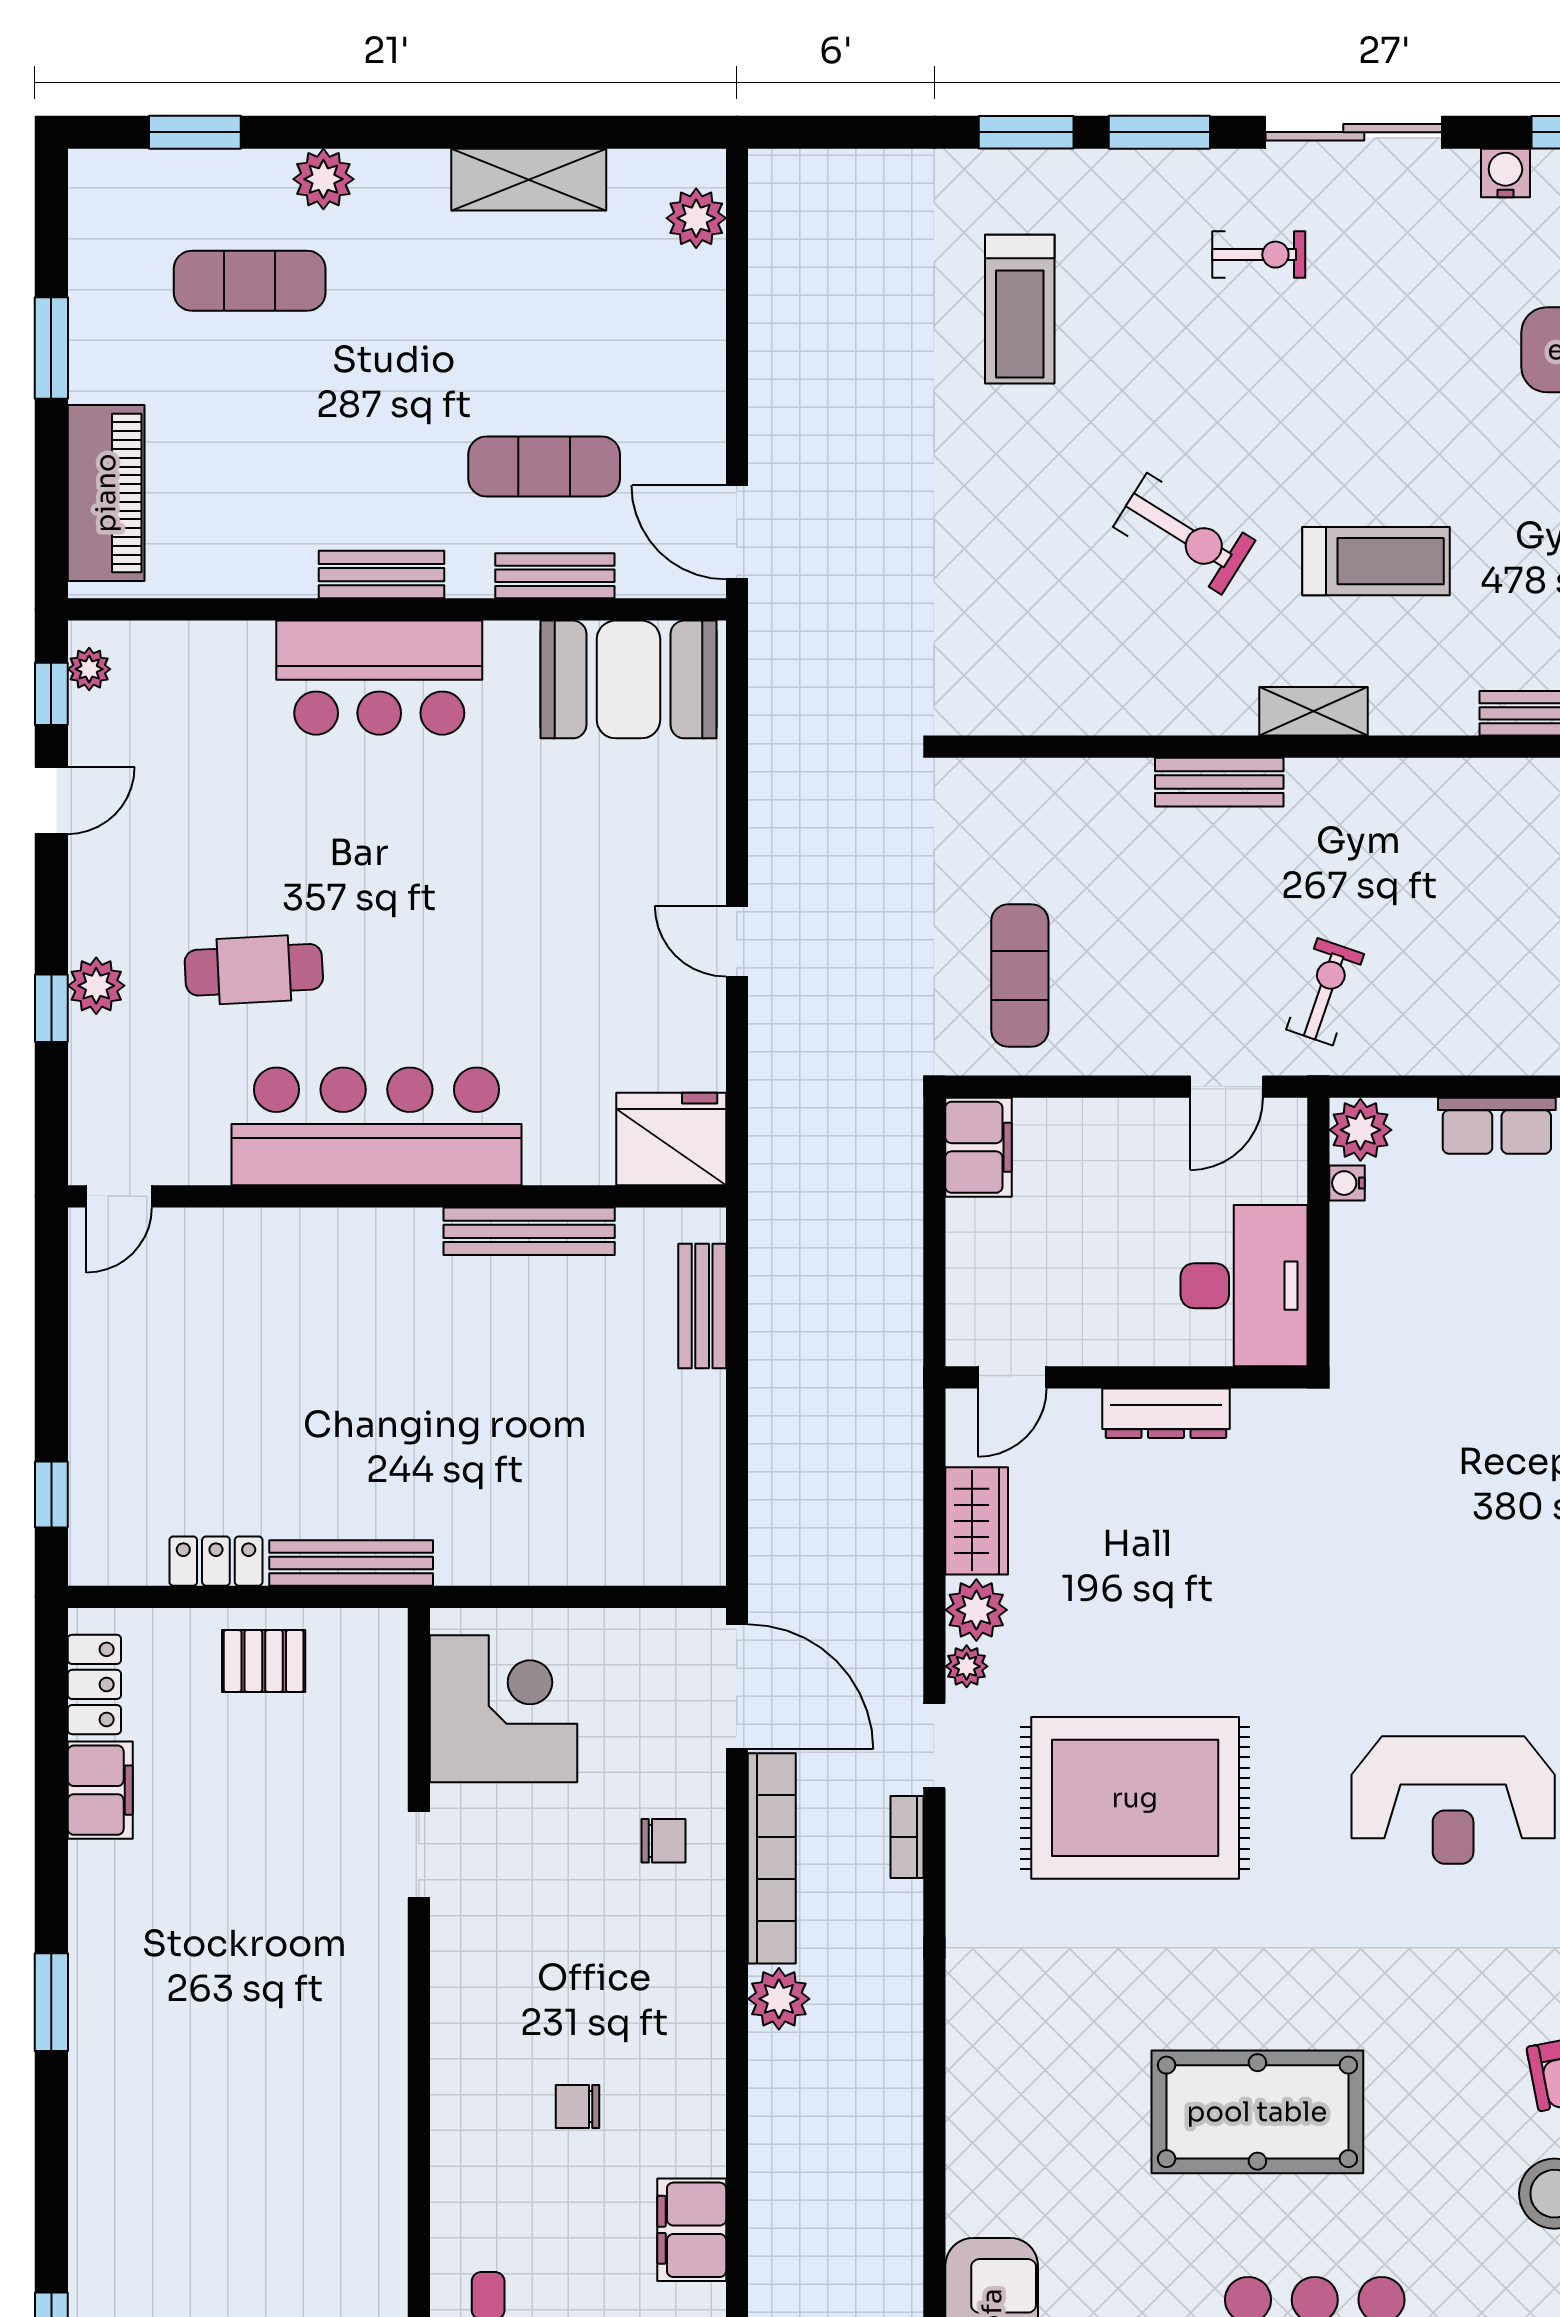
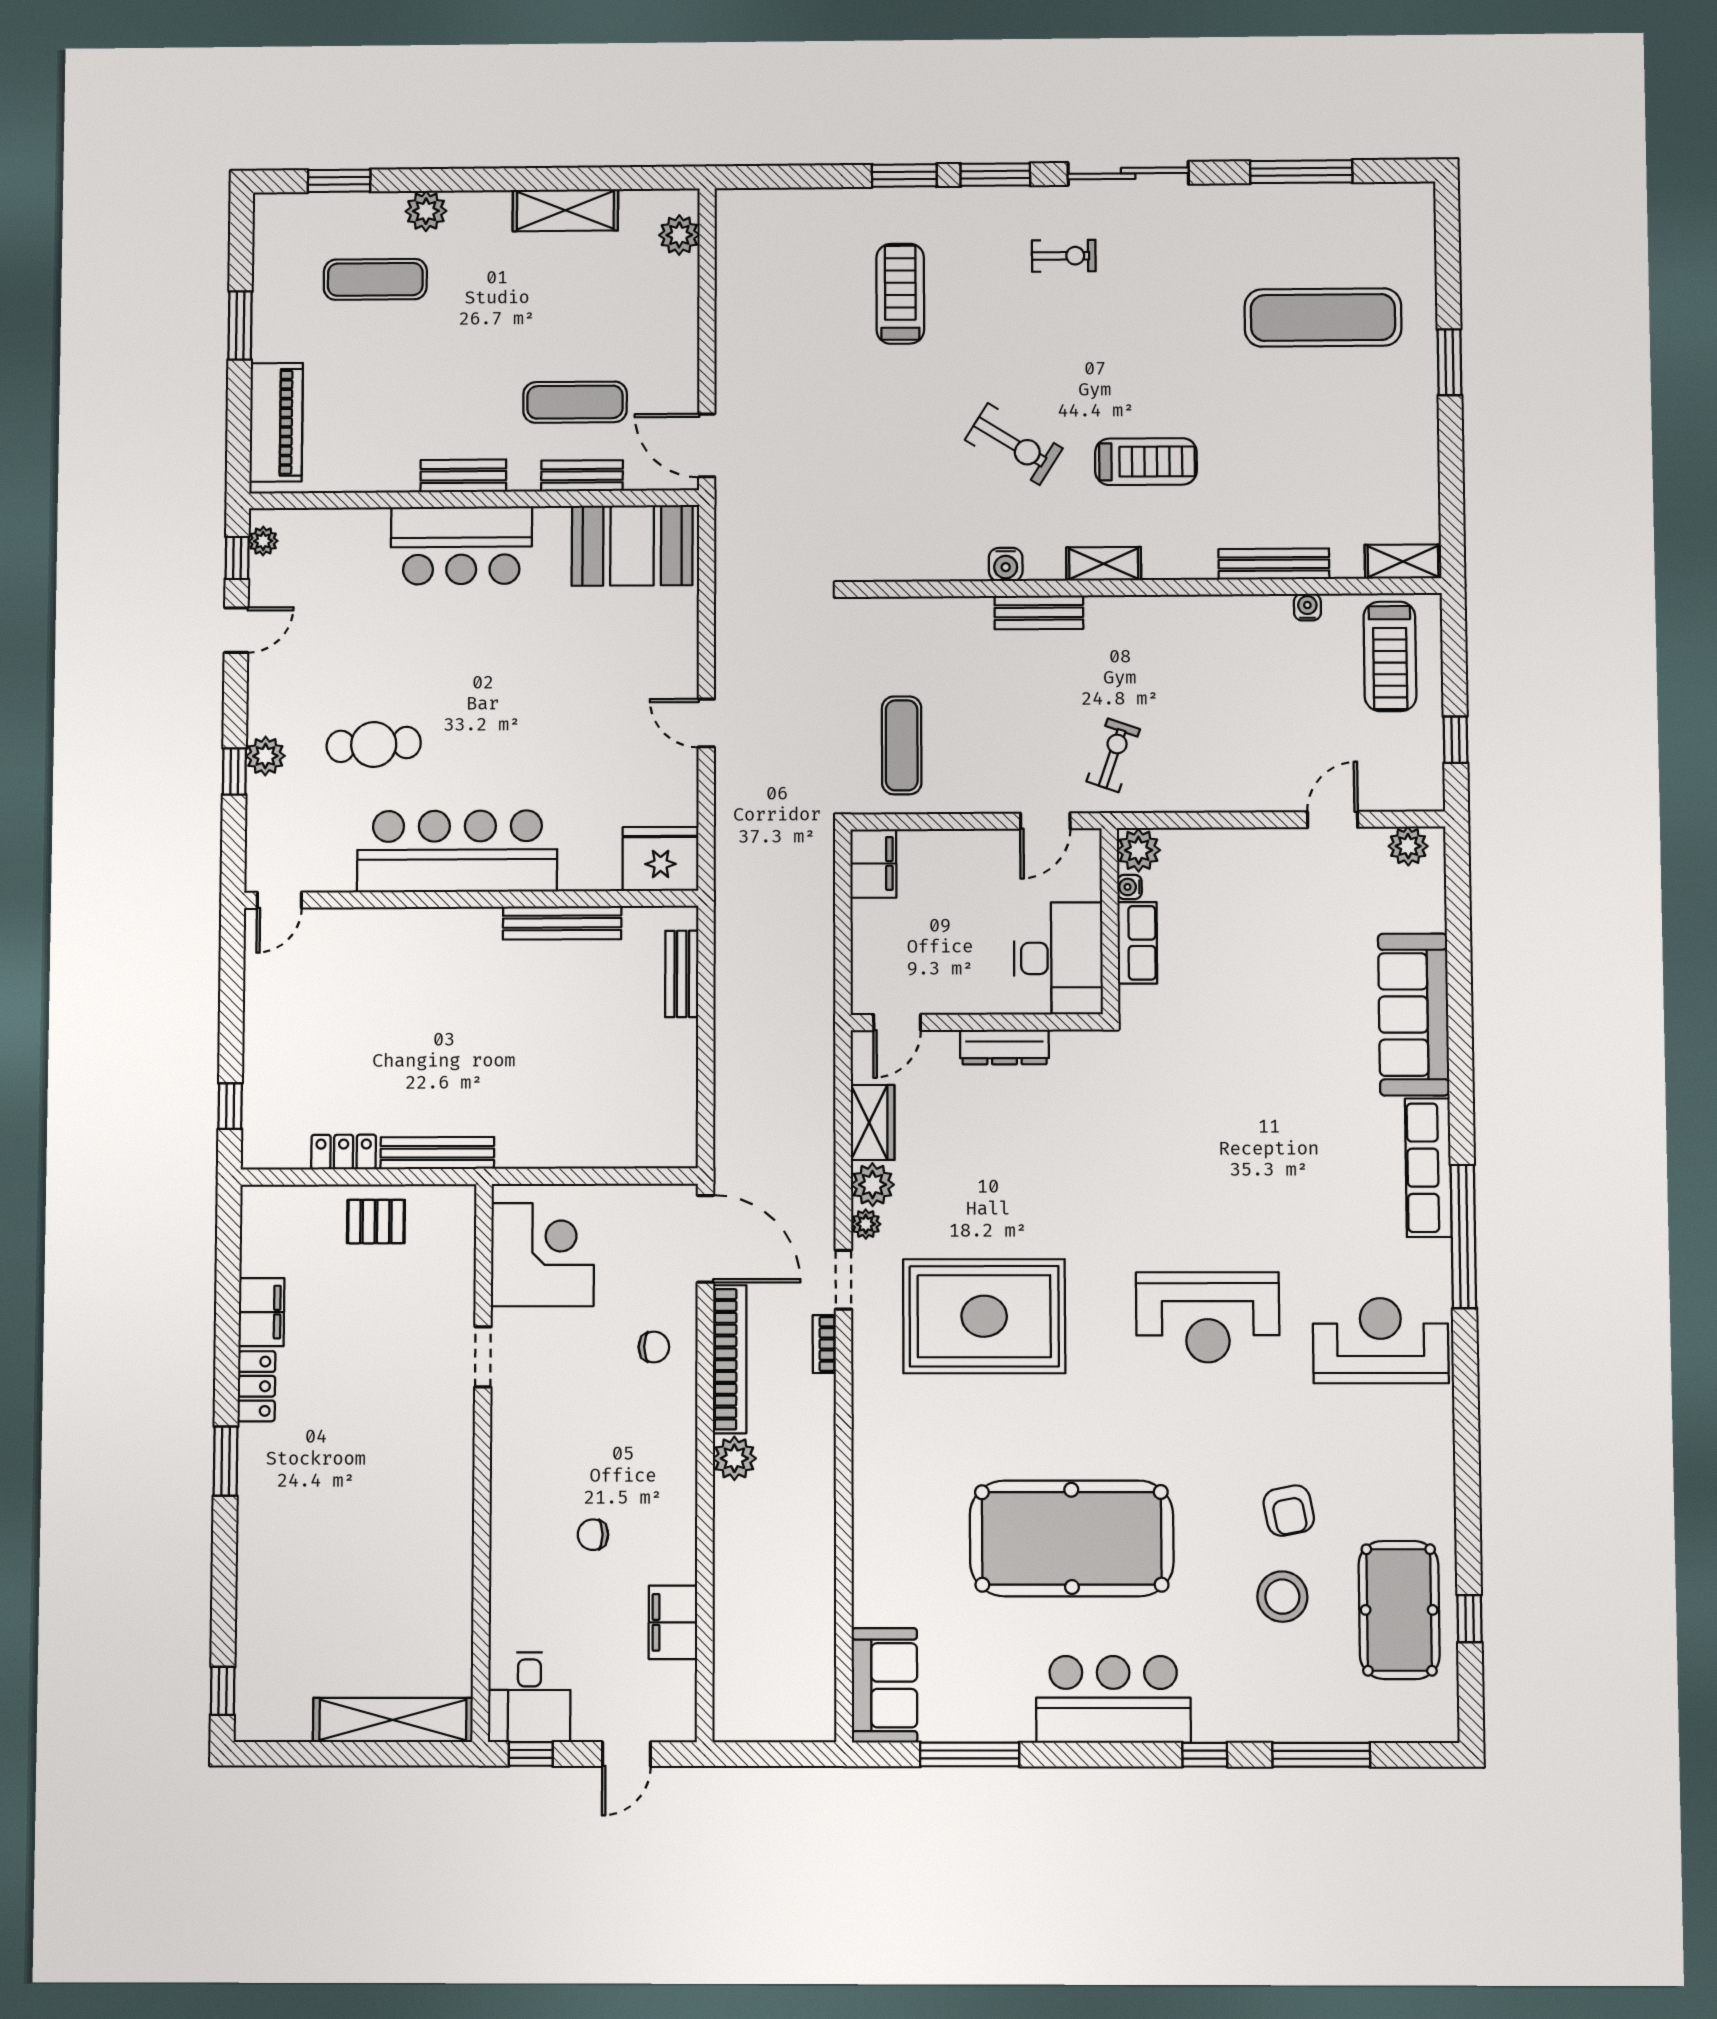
water cooler: (1505, 173) -> (1006, 564), moved, turned 180
treadmill: (1020, 309) -> (900, 294), turned 180
row of seats: (1497, 1126) -> (1137, 943), moved, turned -90
locker: (94, 1684) -> (256, 1386), moved
pool table: (1257, 2112) -> (1072, 1538), width x1.36, depth x1.32

